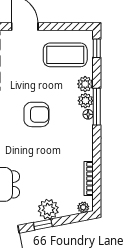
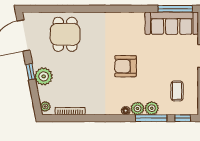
coffee table: (65, 55) -> (177, 91), width x0.54, depth x0.58
window: (97, 107) -> (151, 118), moved
armchair: (36, 114) -> (125, 66), turned 90

